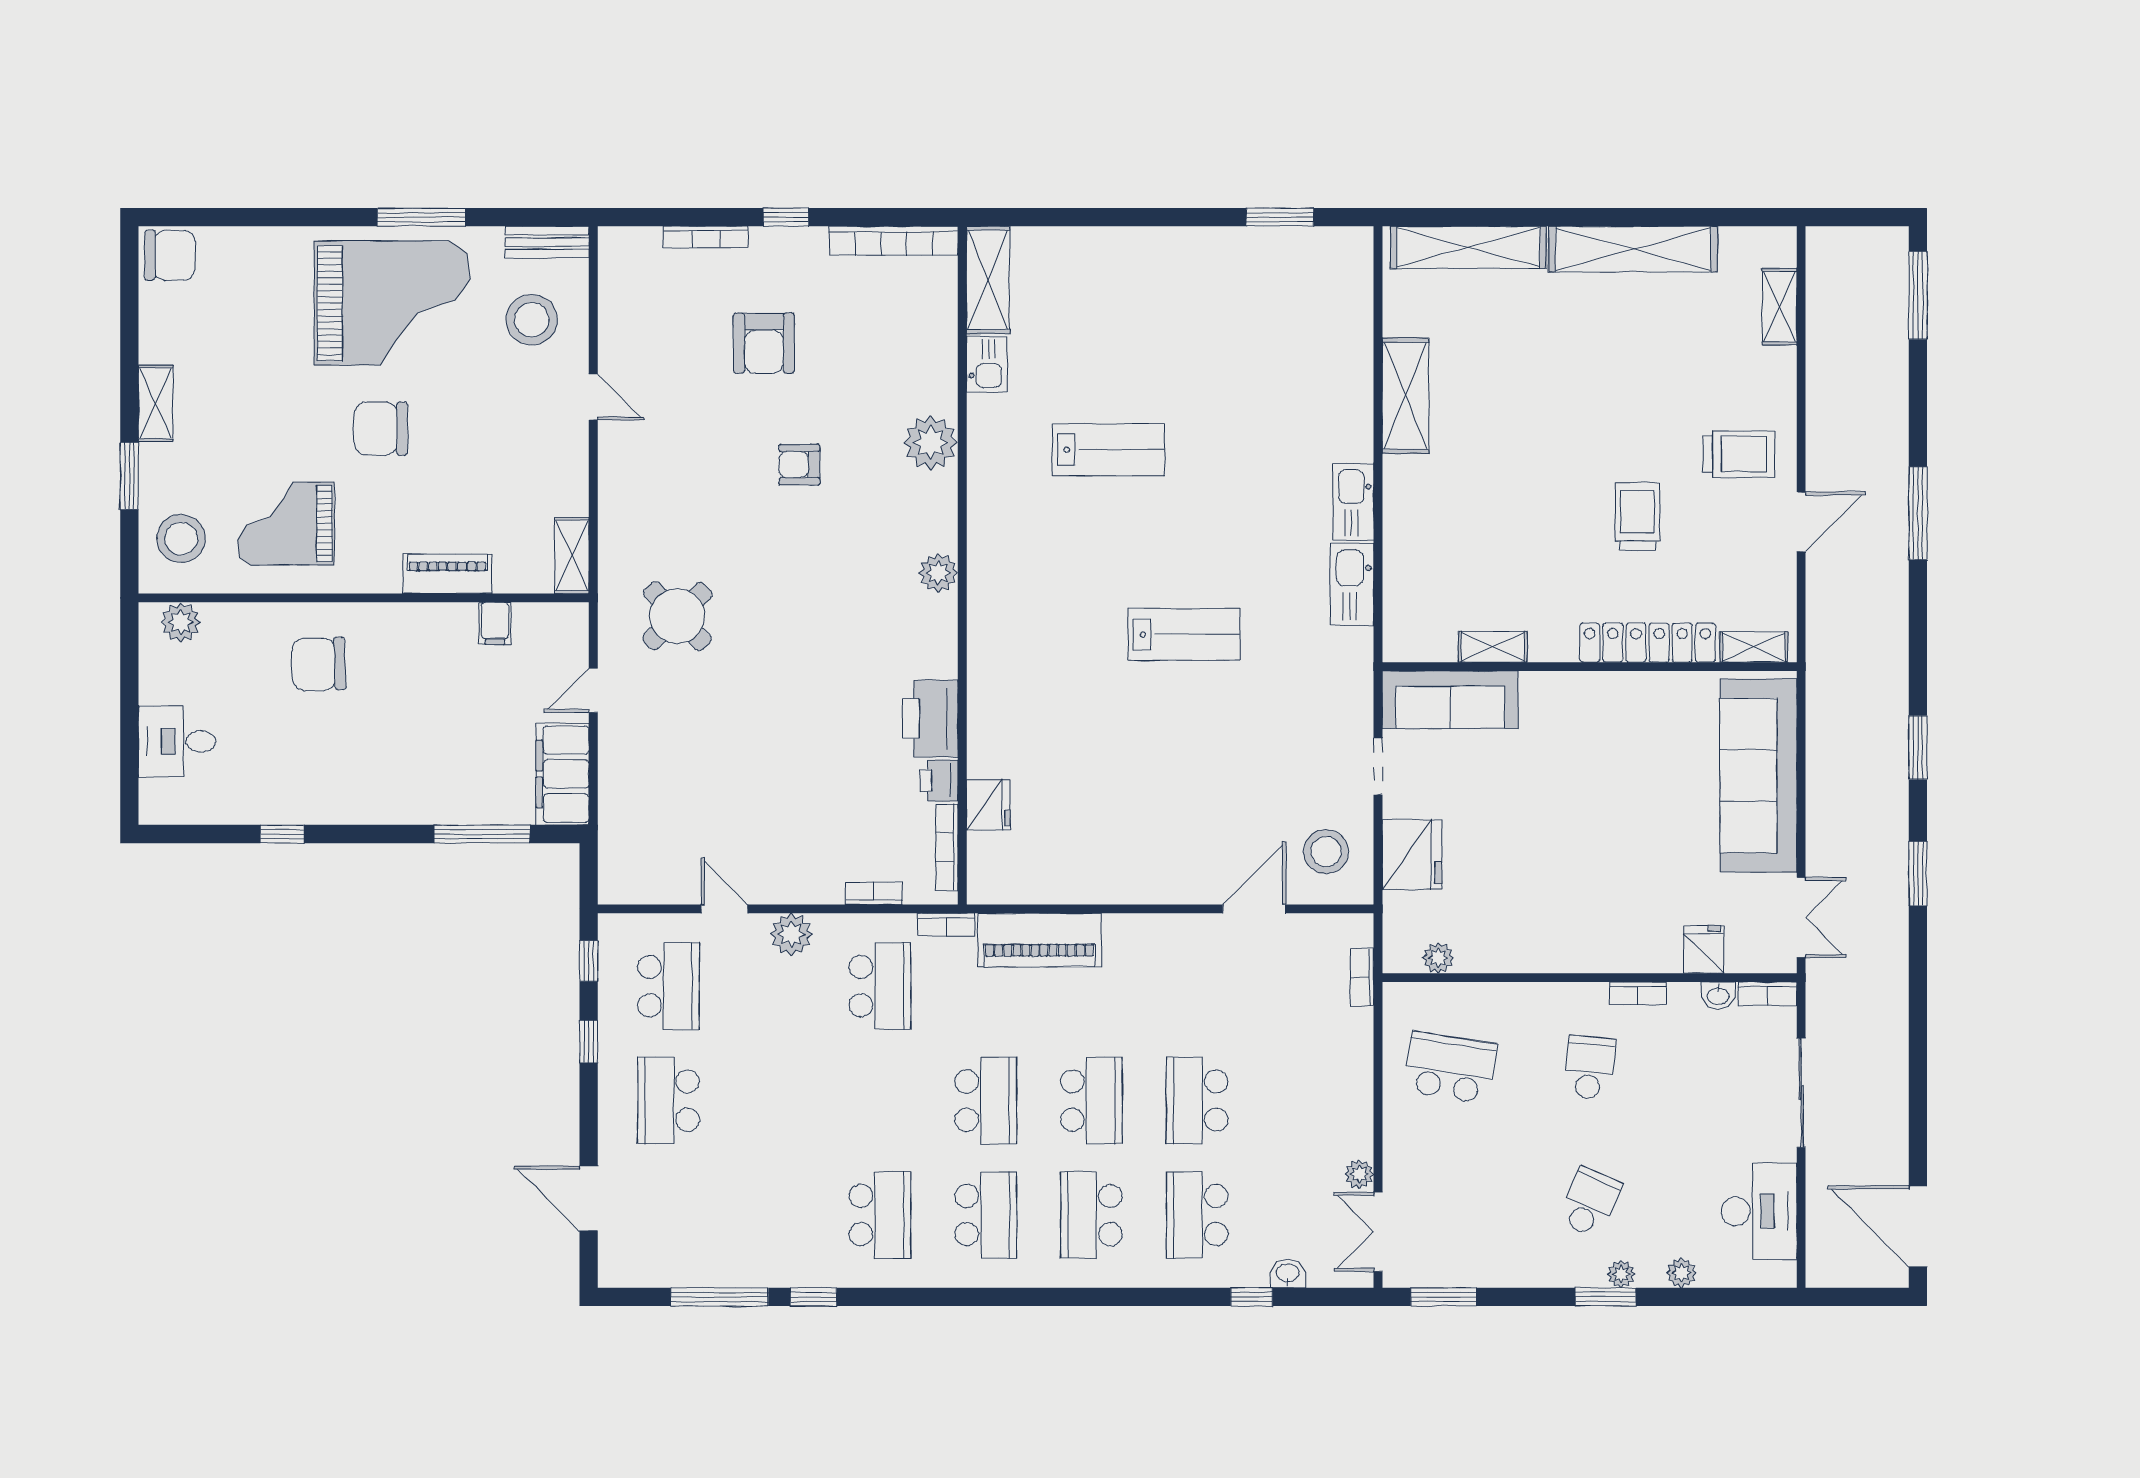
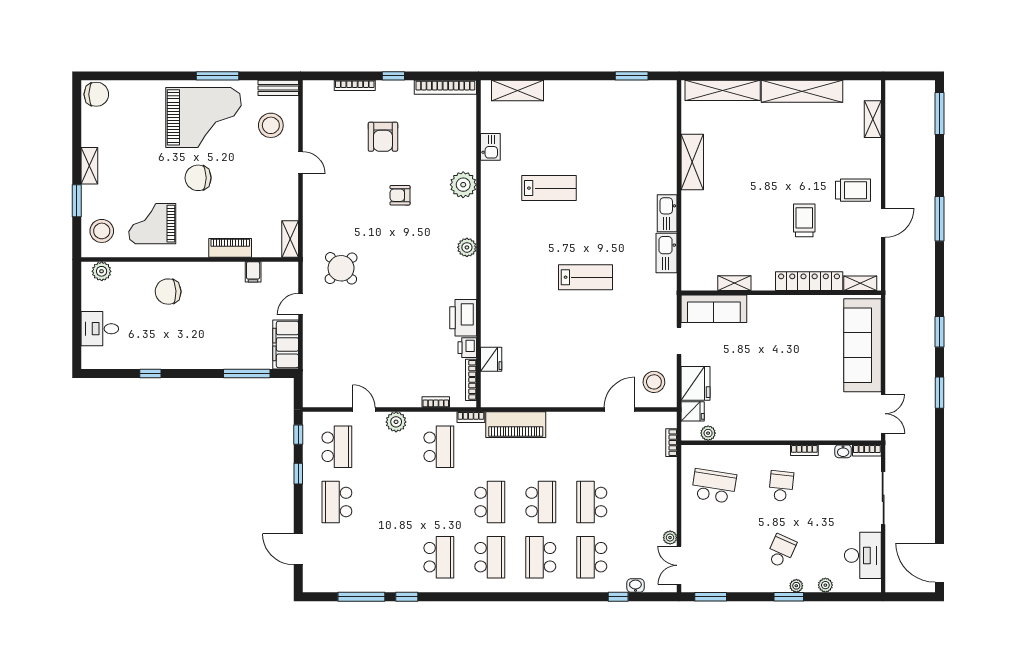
shelving: (988, 280) -> (518, 91), moved, turned 90
fridge: (1704, 949) -> (693, 411), moved, turned 90

